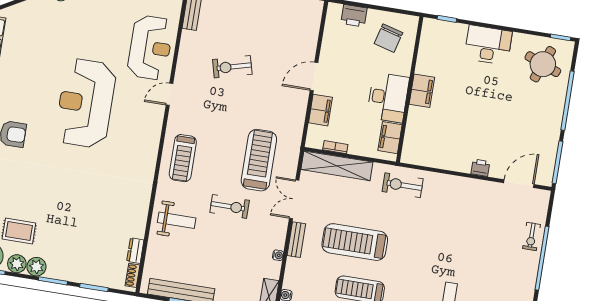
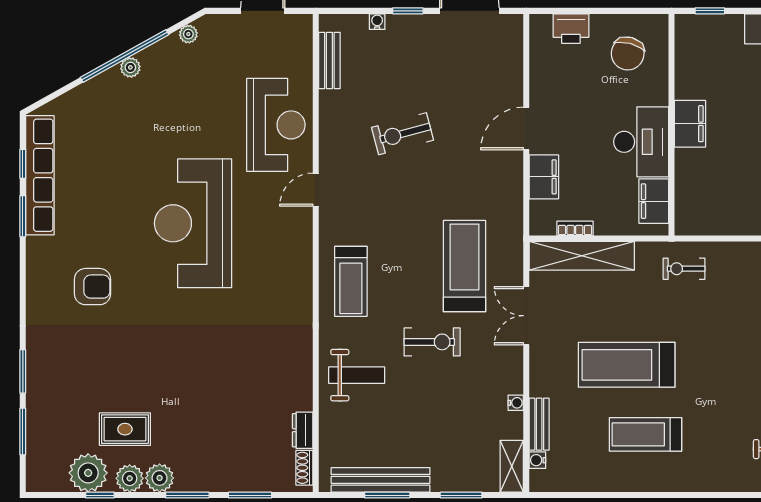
exercise bike: (403, 185) -> (684, 269), width x0.73, depth x0.72
bench: (296, 240) -> (539, 424), moved

